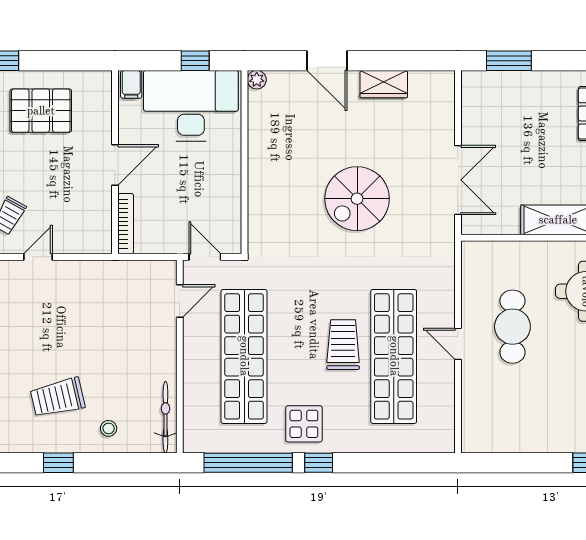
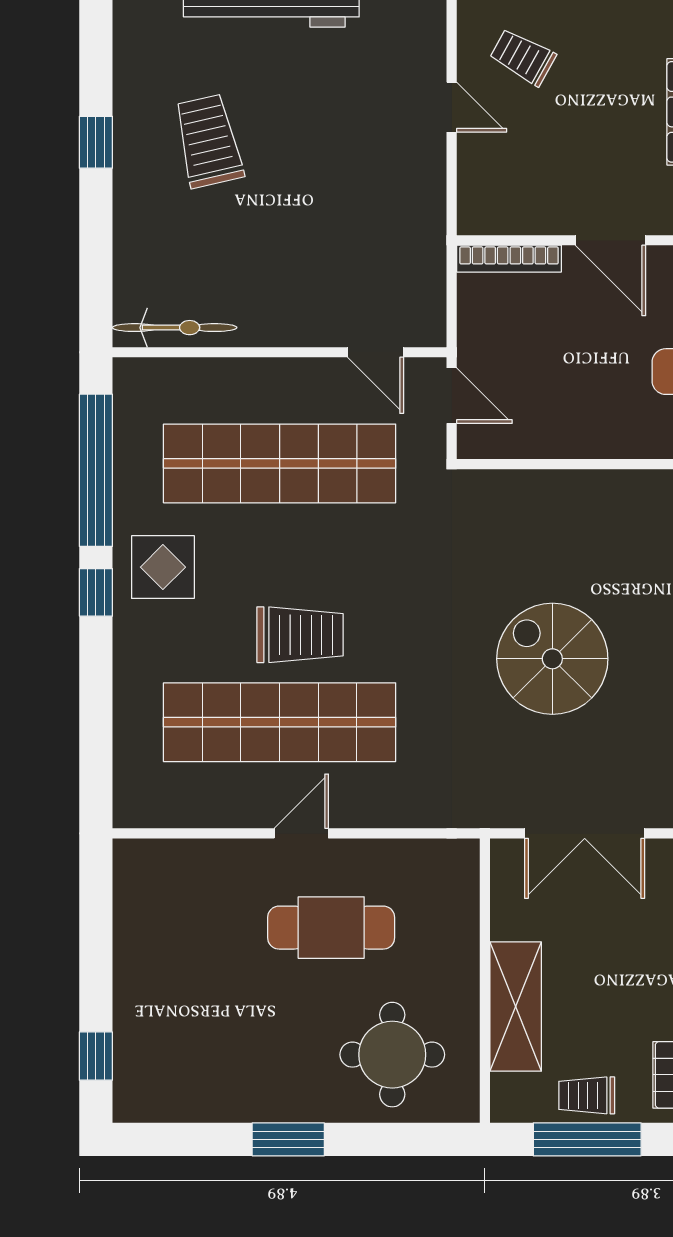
door: (205, 257) -> (452, 396), hinge flipped
stool: (109, 428) -> (155, 229), removed

